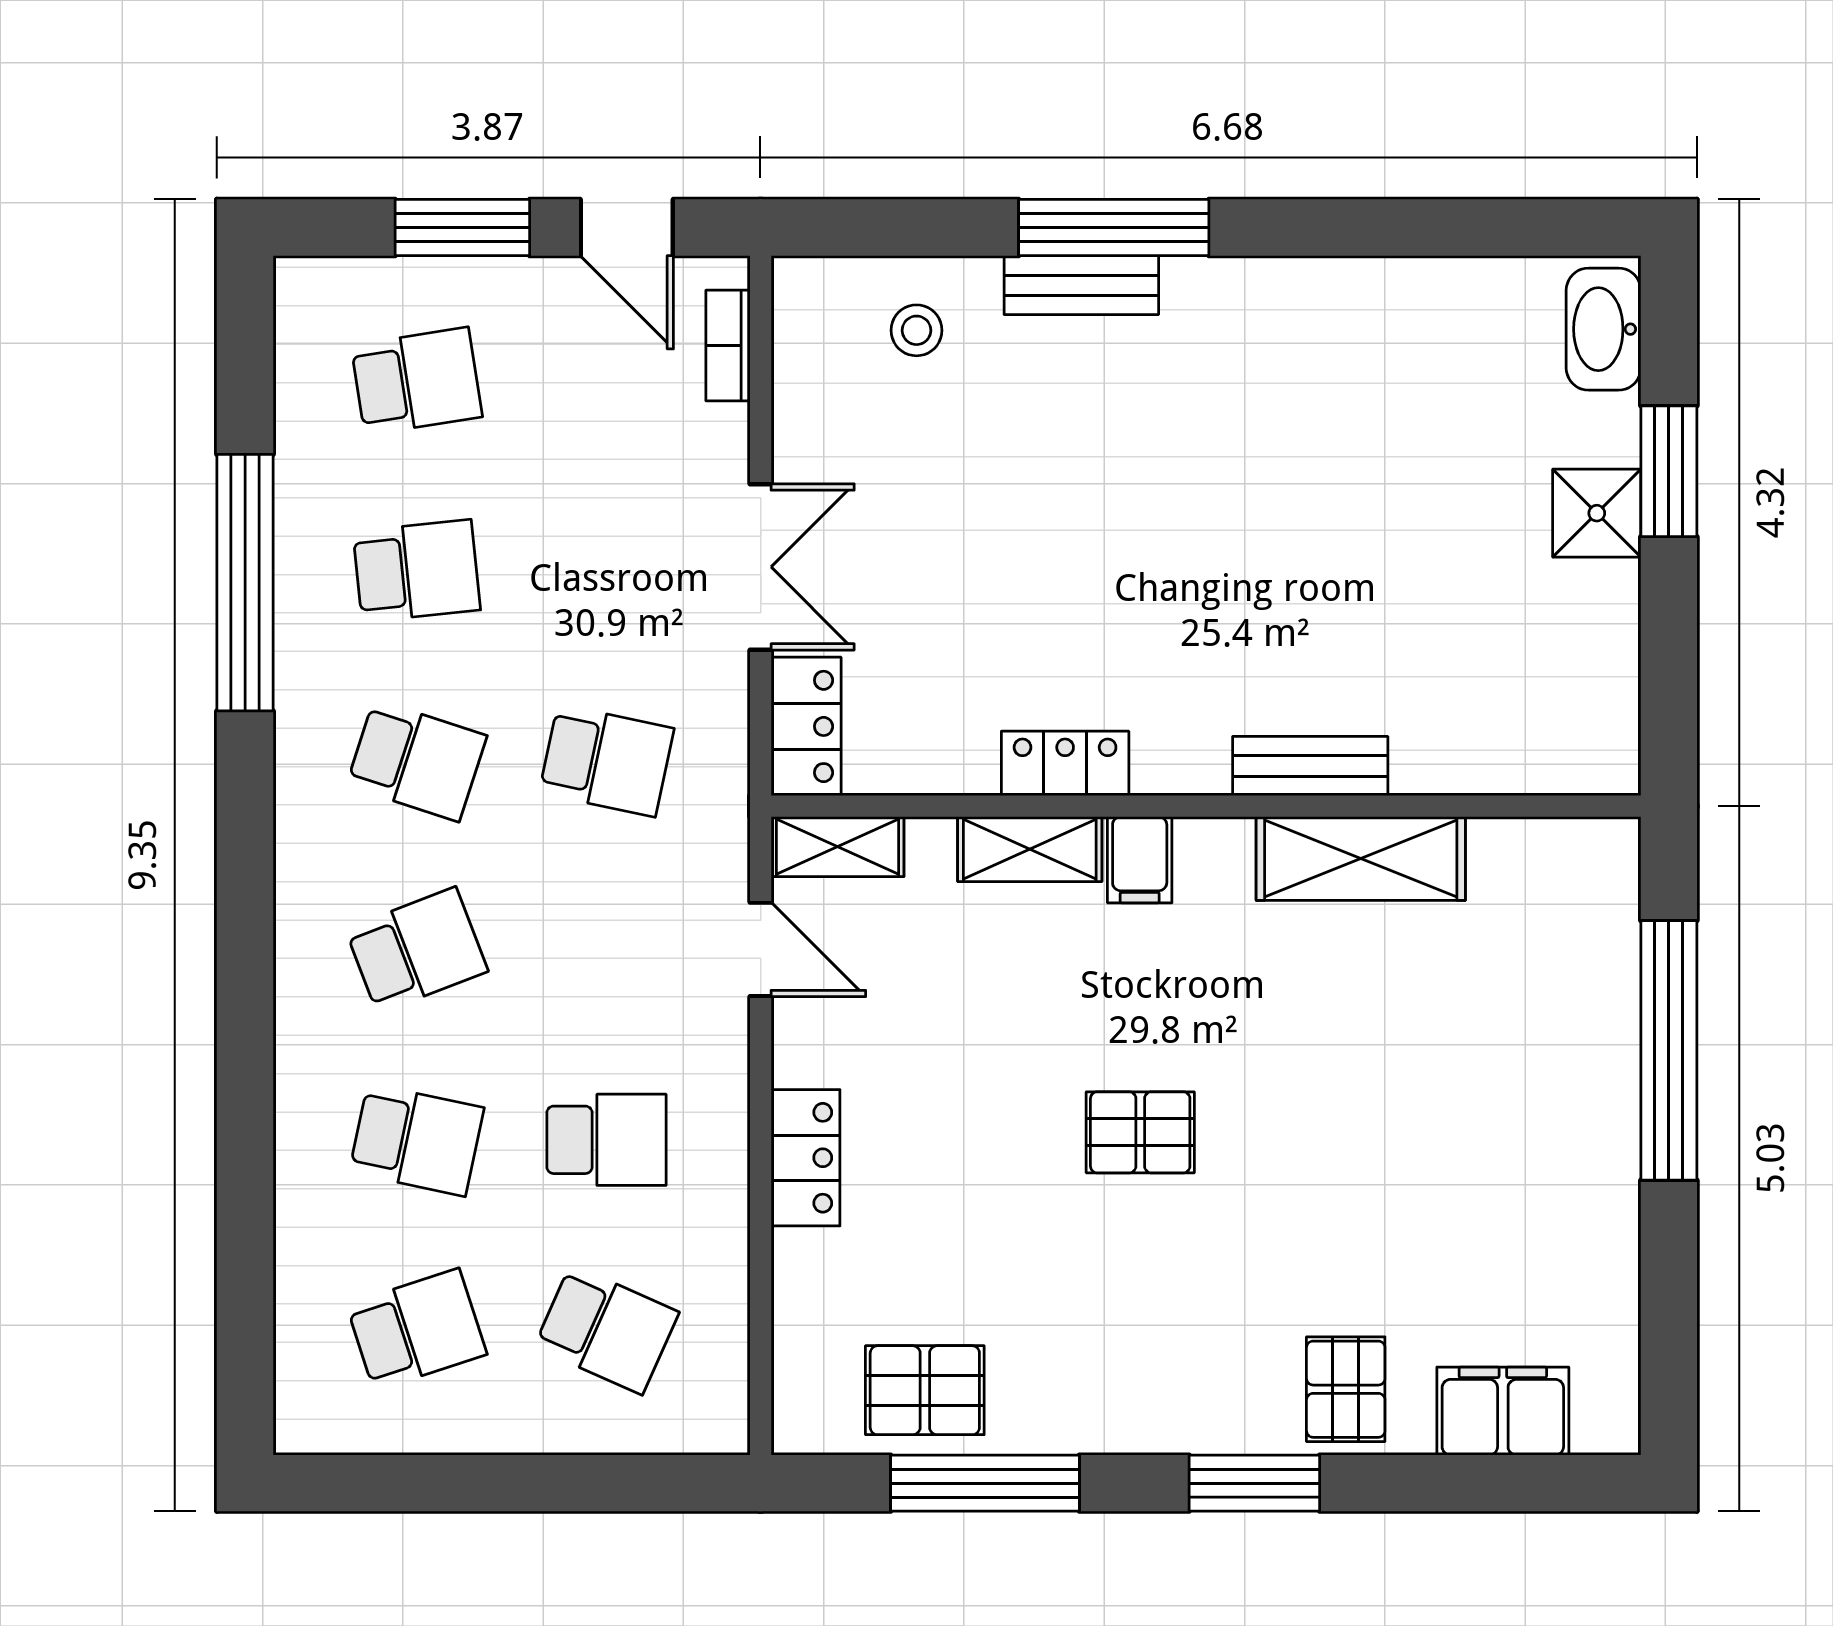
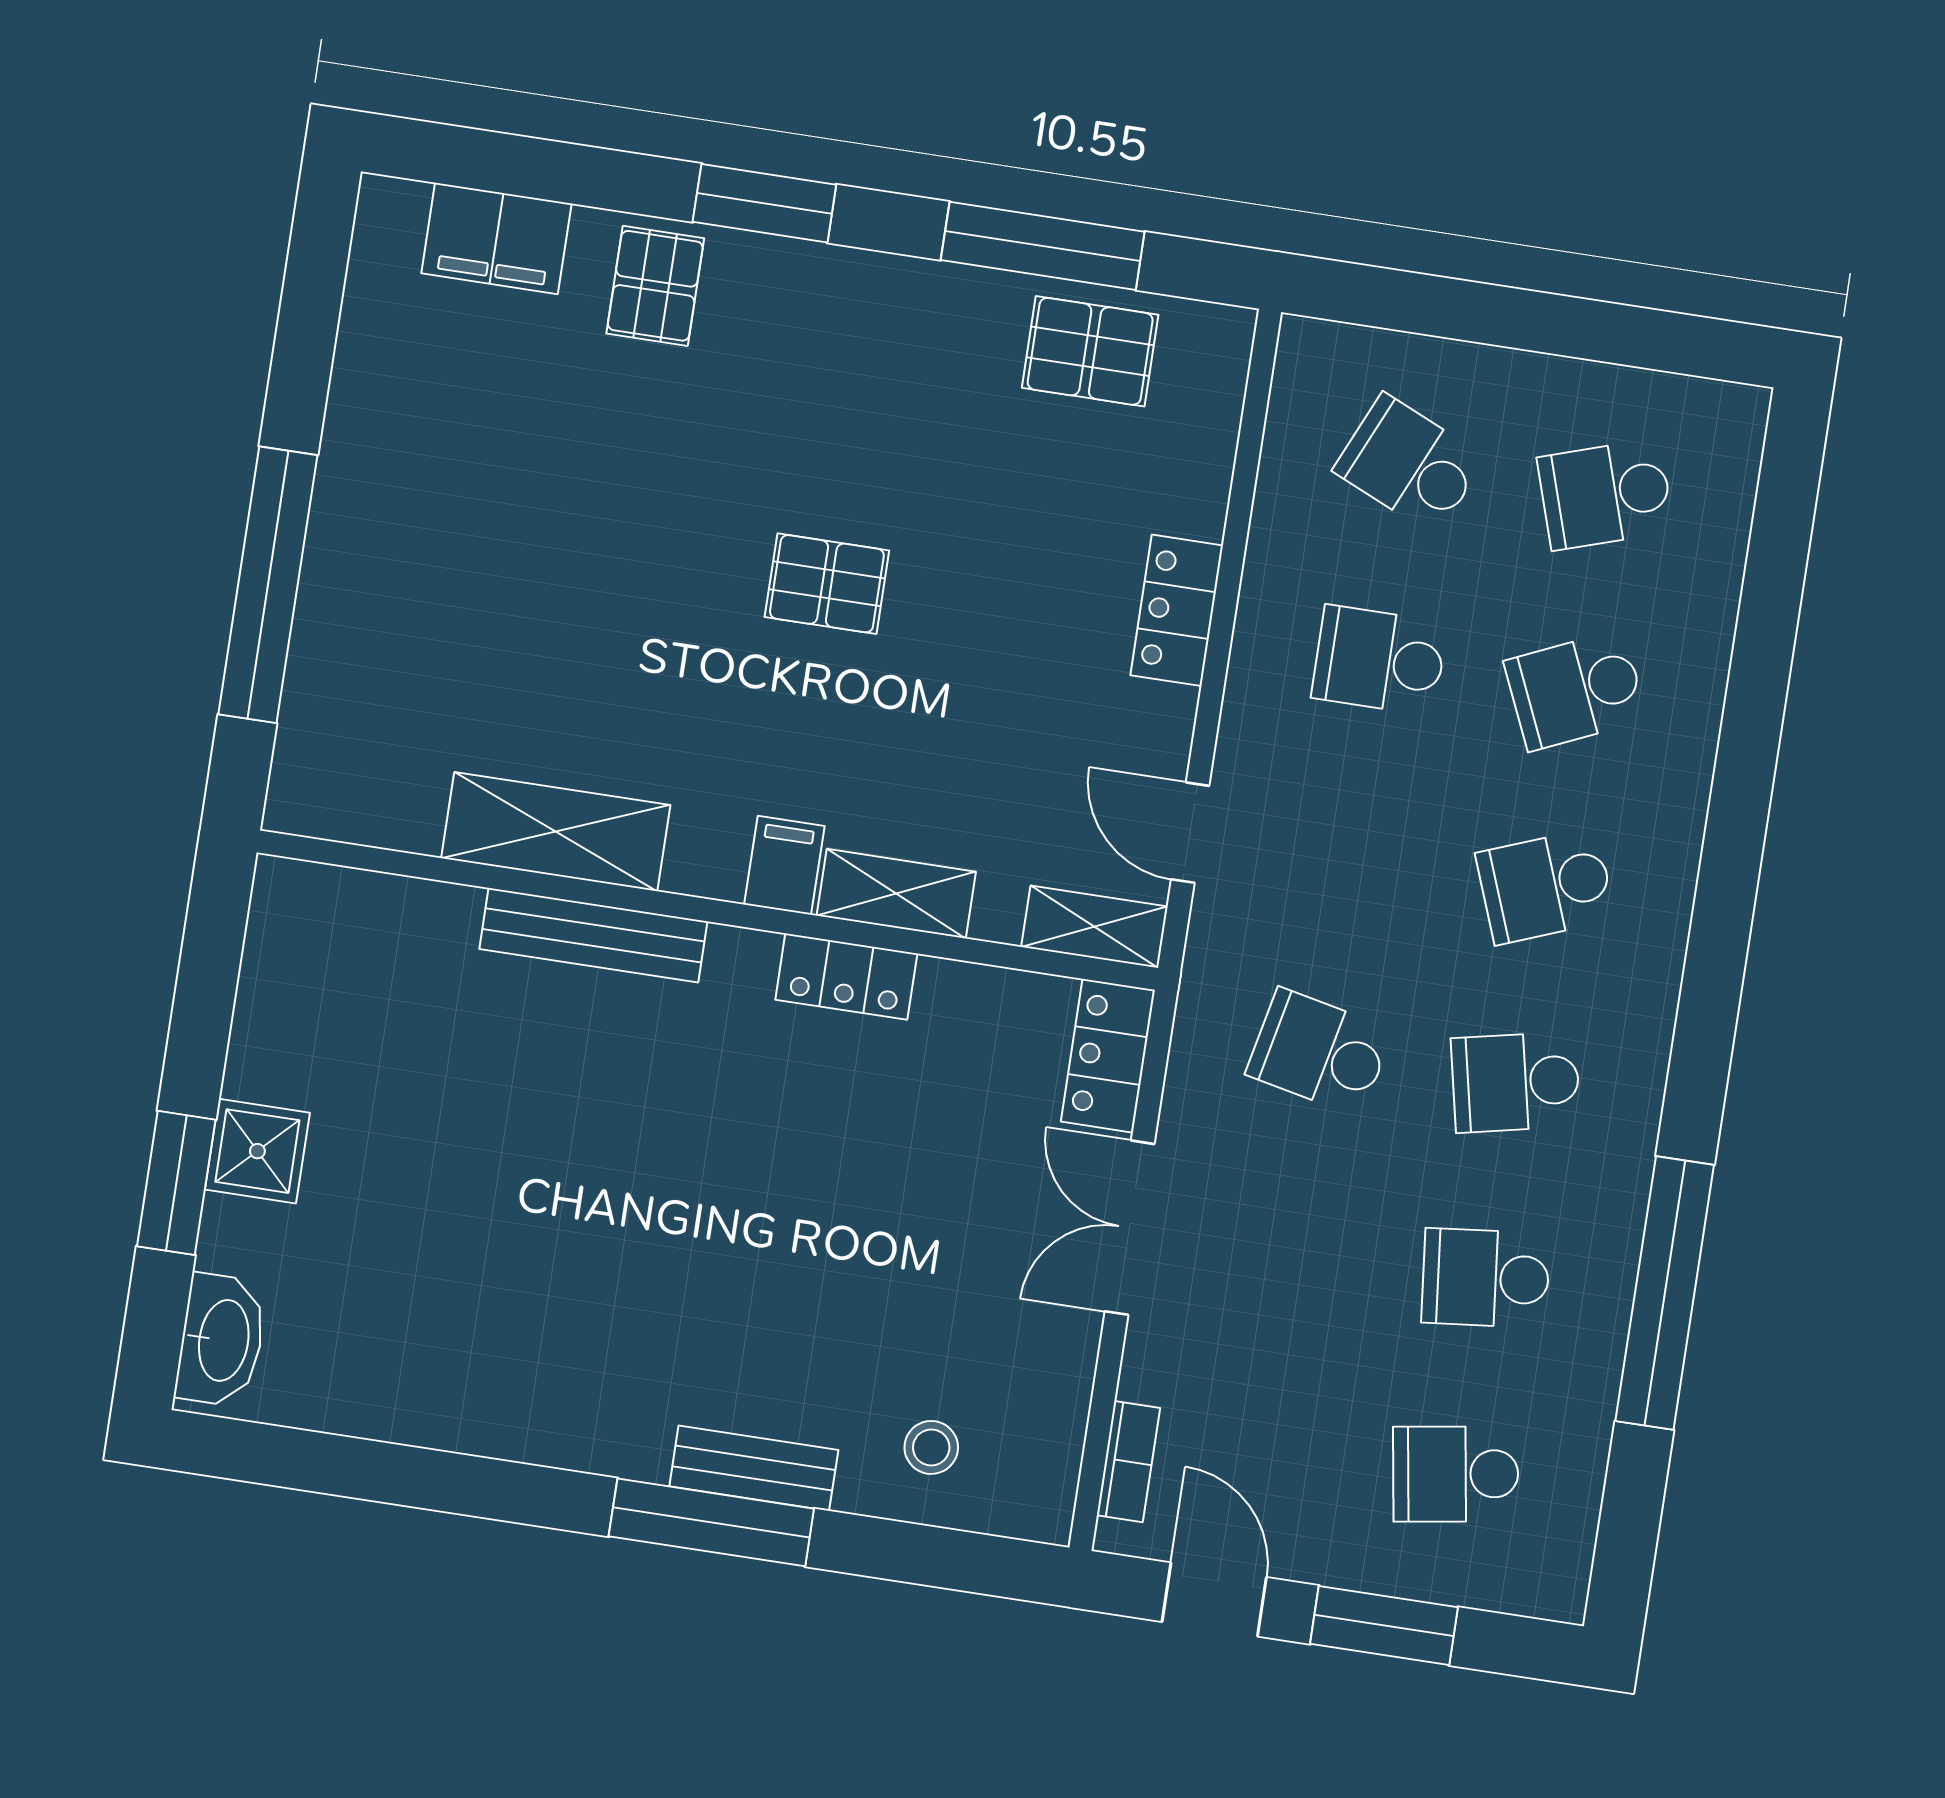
school desk: (417, 760) -> (1516, 1082), turned -30
bench: (1310, 766) -> (593, 935), width x1.36
school desk: (417, 1140) -> (1576, 690), turned -36

